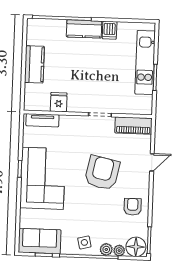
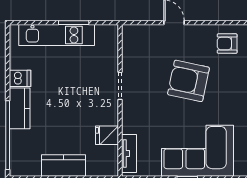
piano: (133, 126) -> (131, 46), removed

